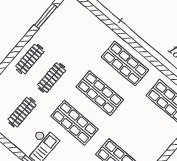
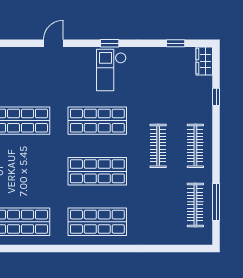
clothes rail: (22, 112) -> (195, 205), moved

